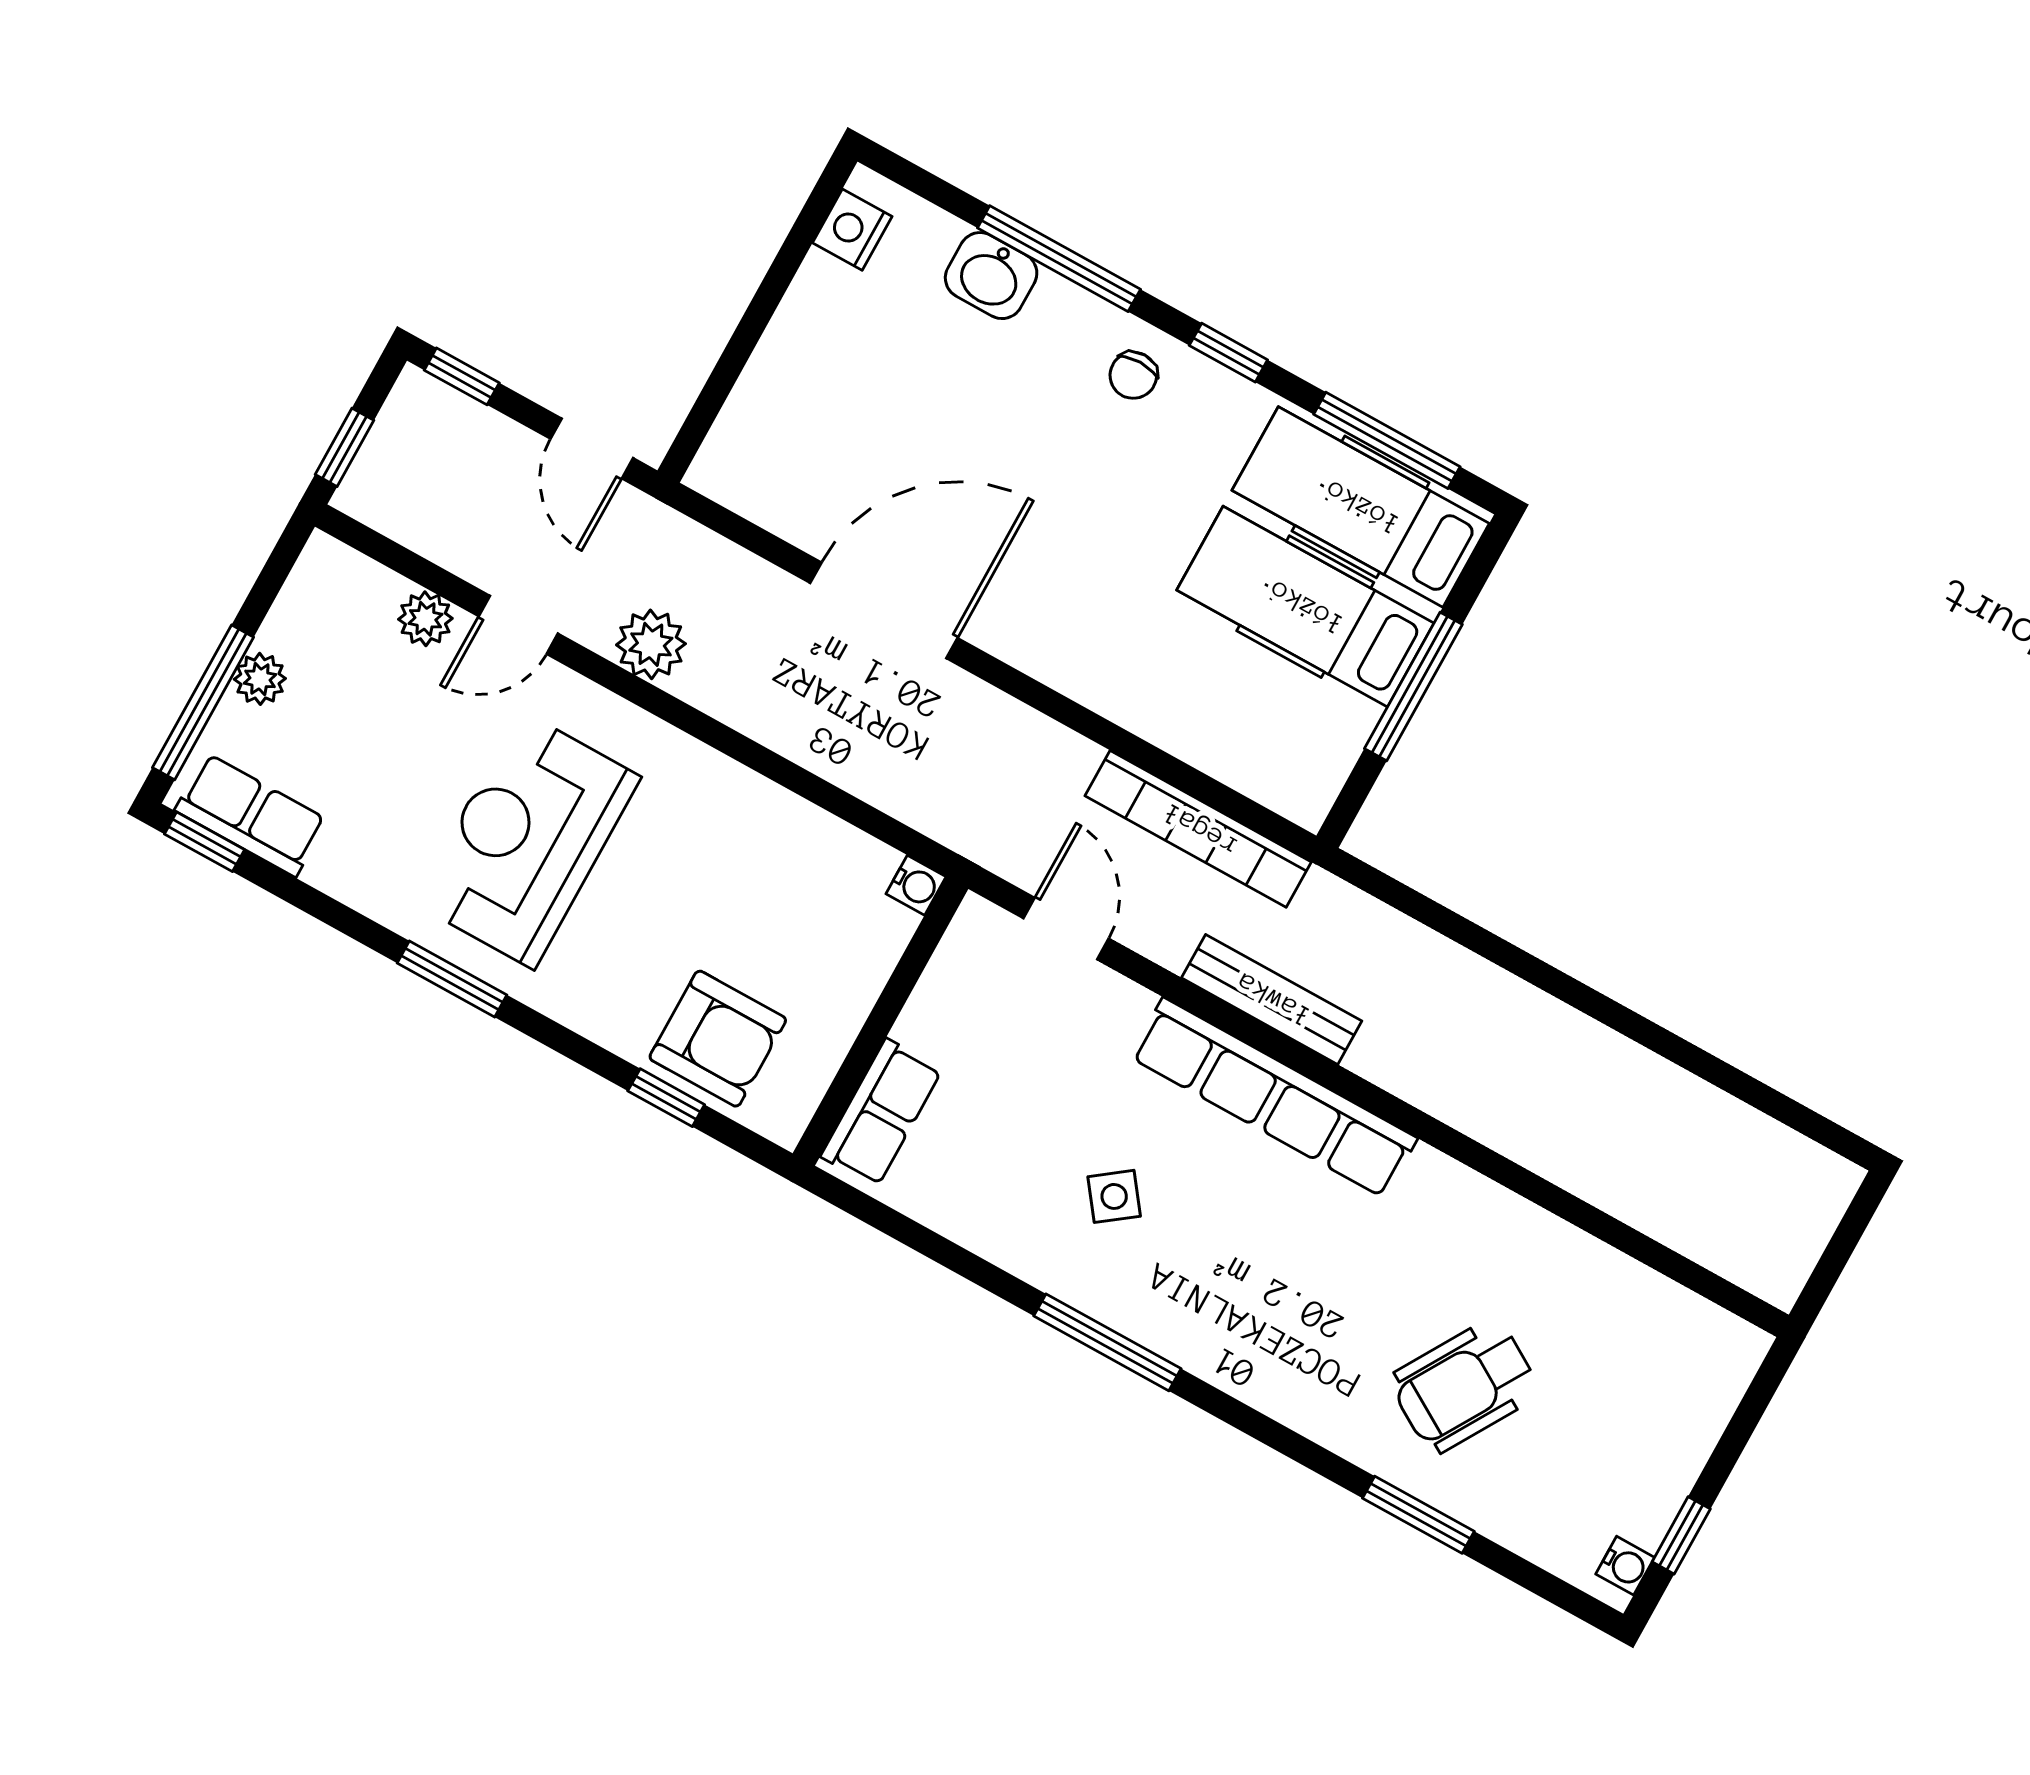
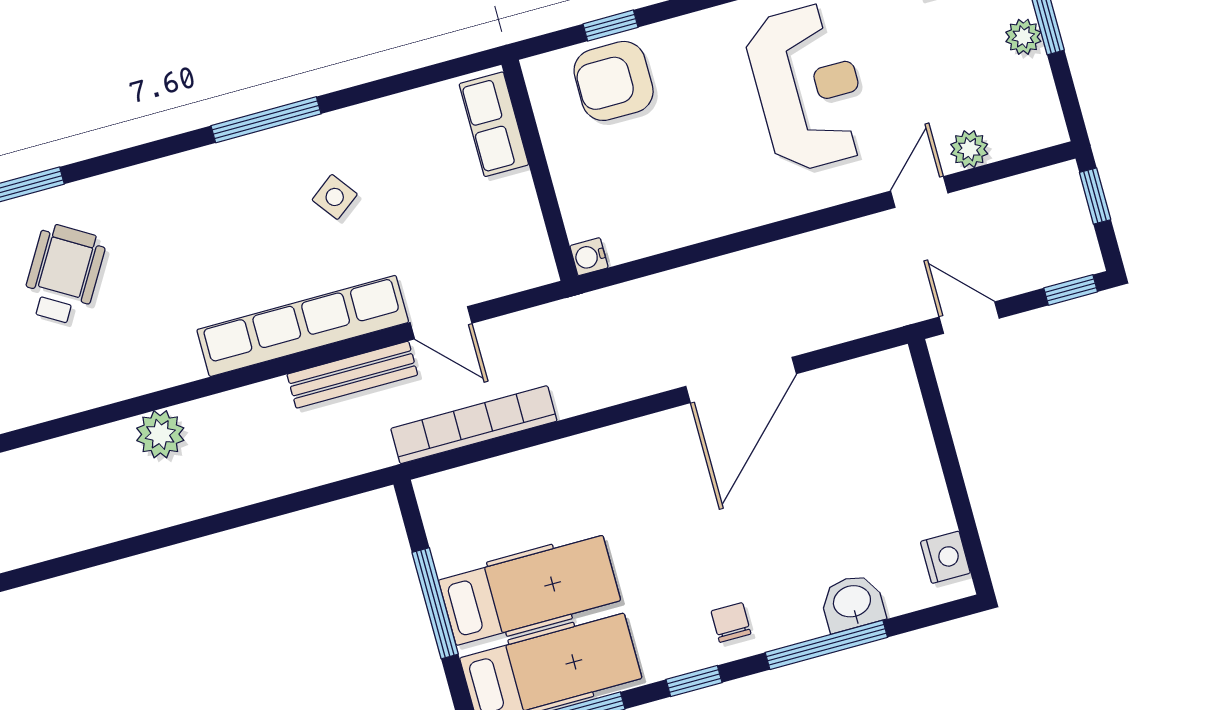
plant: (651, 644) -> (160, 434), moved
door: (1066, 929) -> (441, 323), moved

